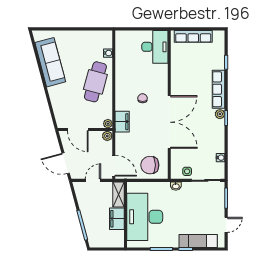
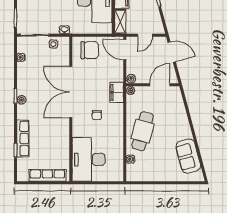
desk: (155, 47) -> (89, 159), width x1.36, depth x1.30
sofa: (50, 62) -> (188, 156), width x0.73
row of seats: (219, 89) -> (23, 139), moved
door: (78, 129) -> (160, 85), hinge flipped

